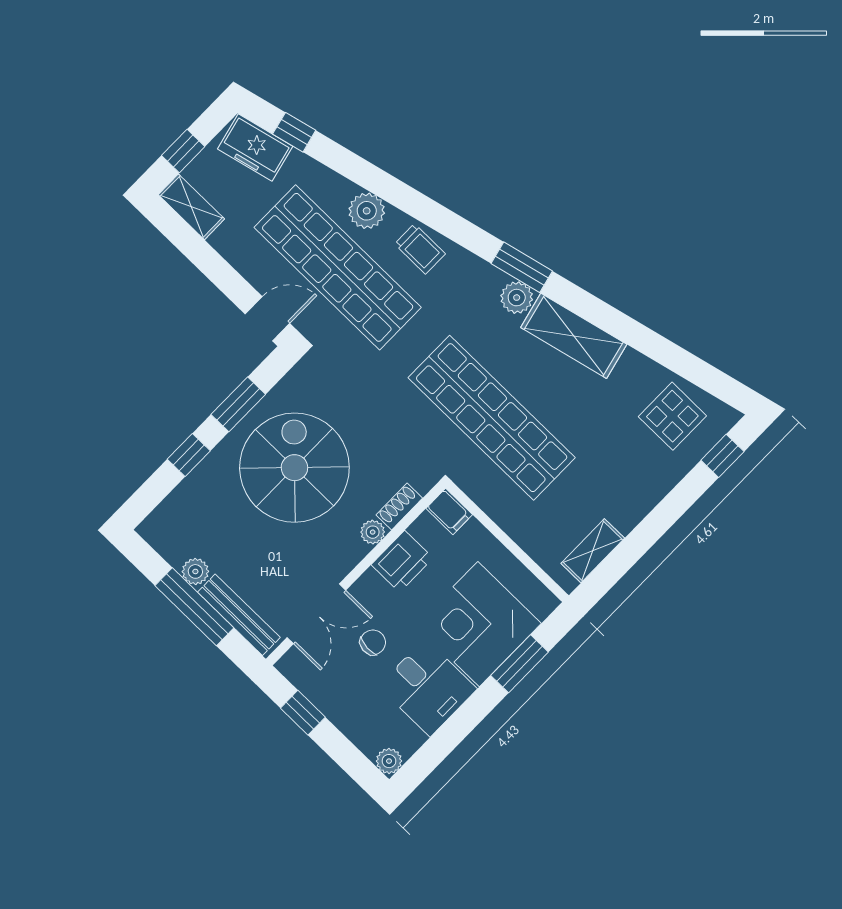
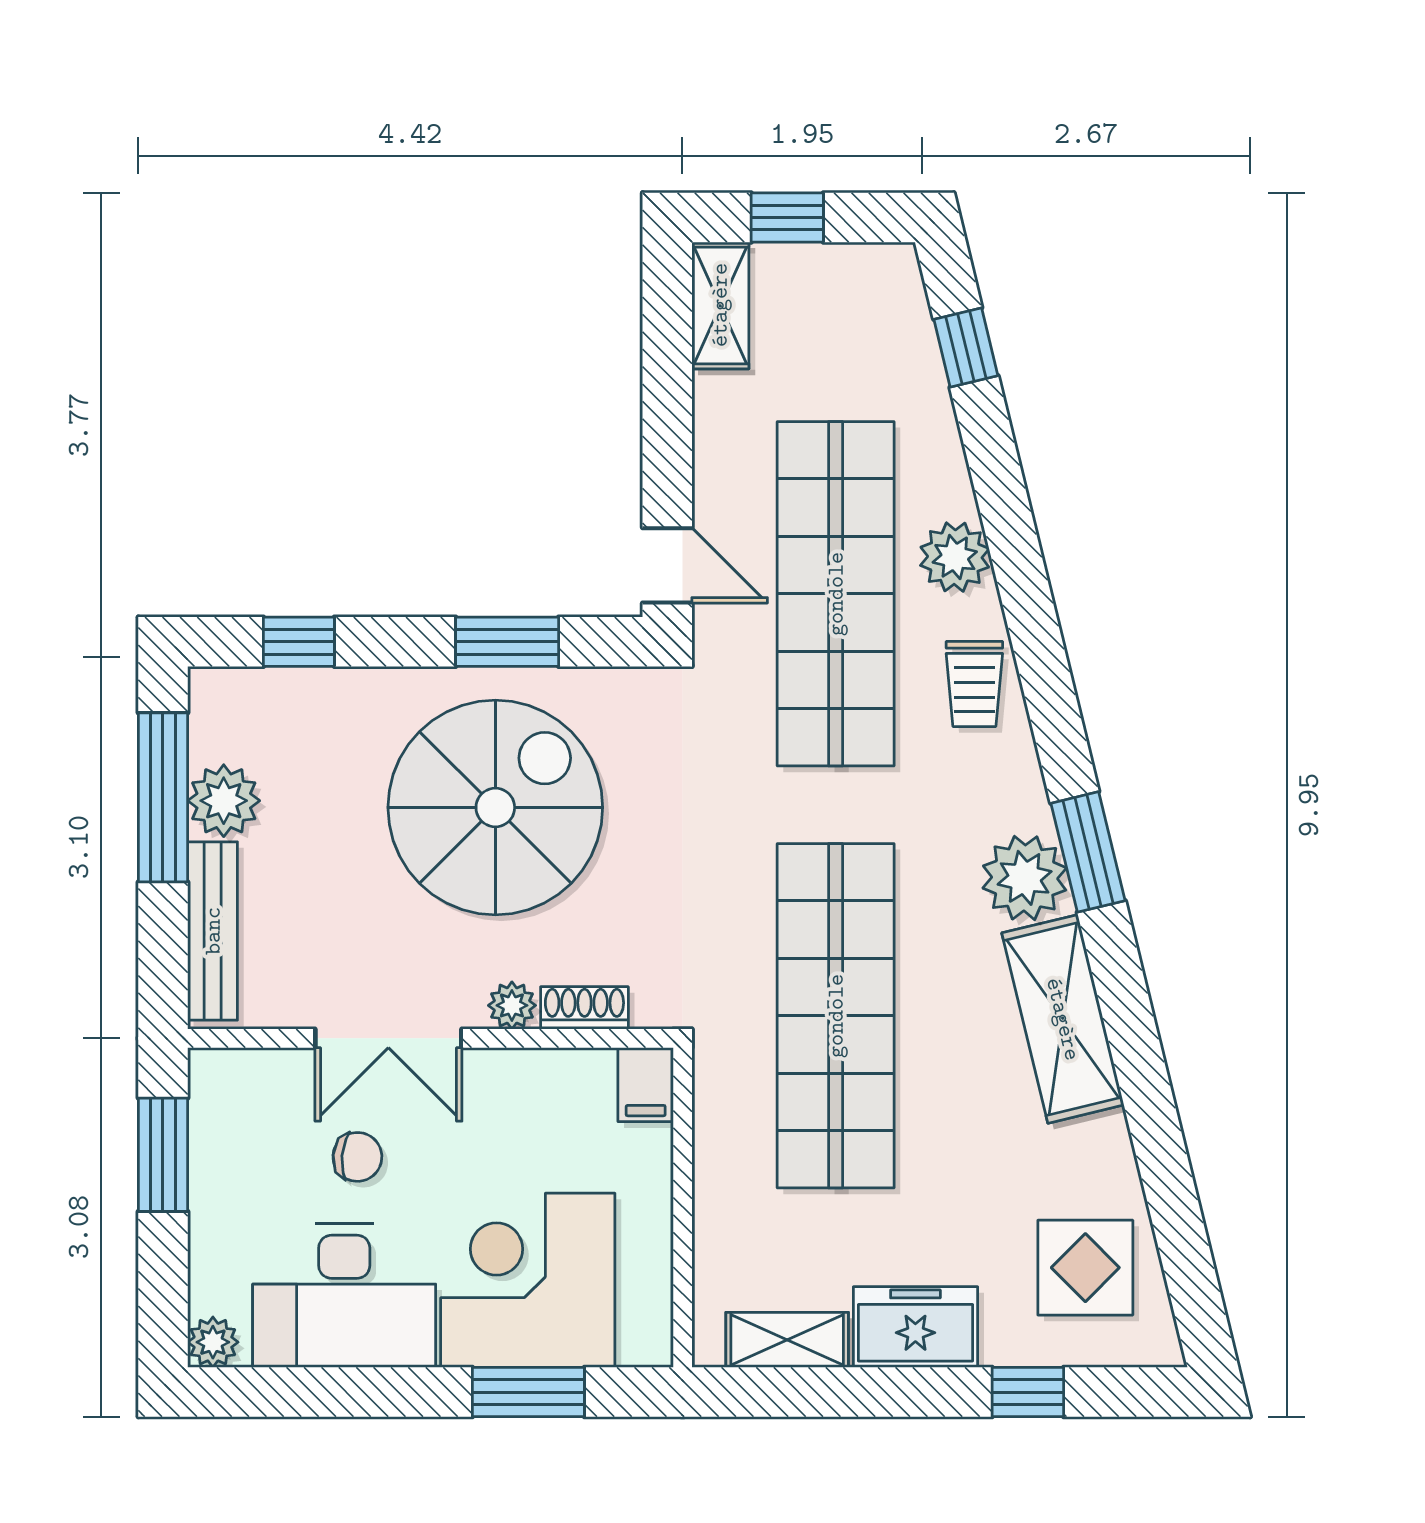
freezer: (255, 148) -> (915, 1327), moved, turned 104
plant: (517, 298) -> (1025, 878), width x1.36, depth x1.36
window: (189, 455) -> (299, 642), moved
window: (722, 456) -> (1028, 1392), moved
printer: (402, 561) -> (511, 1087), removed
plant: (195, 571) -> (224, 801), width x1.38, depth x1.38
window: (194, 607) -> (163, 797), moved
double door: (316, 614) -> (388, 1038), moved
desk: (428, 688) -> (344, 1296), width x1.37
window: (303, 713) -> (163, 1155), width x1.50

